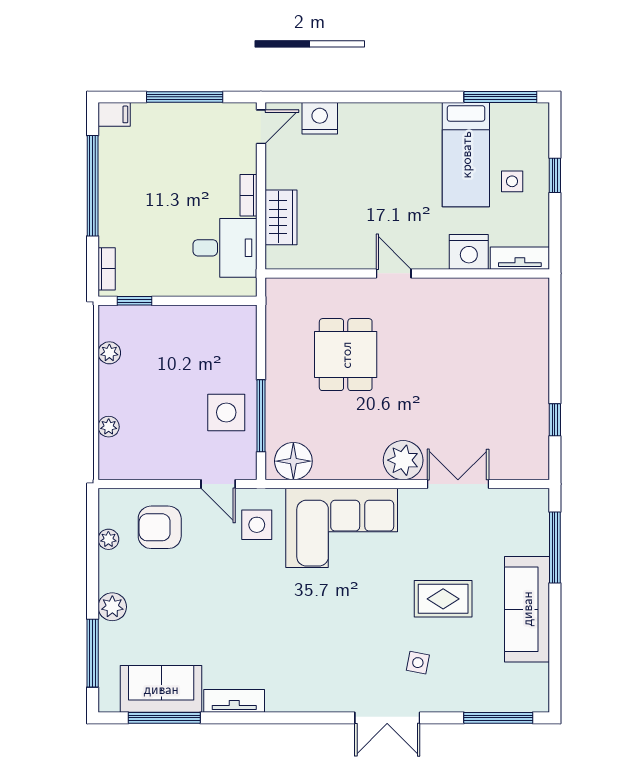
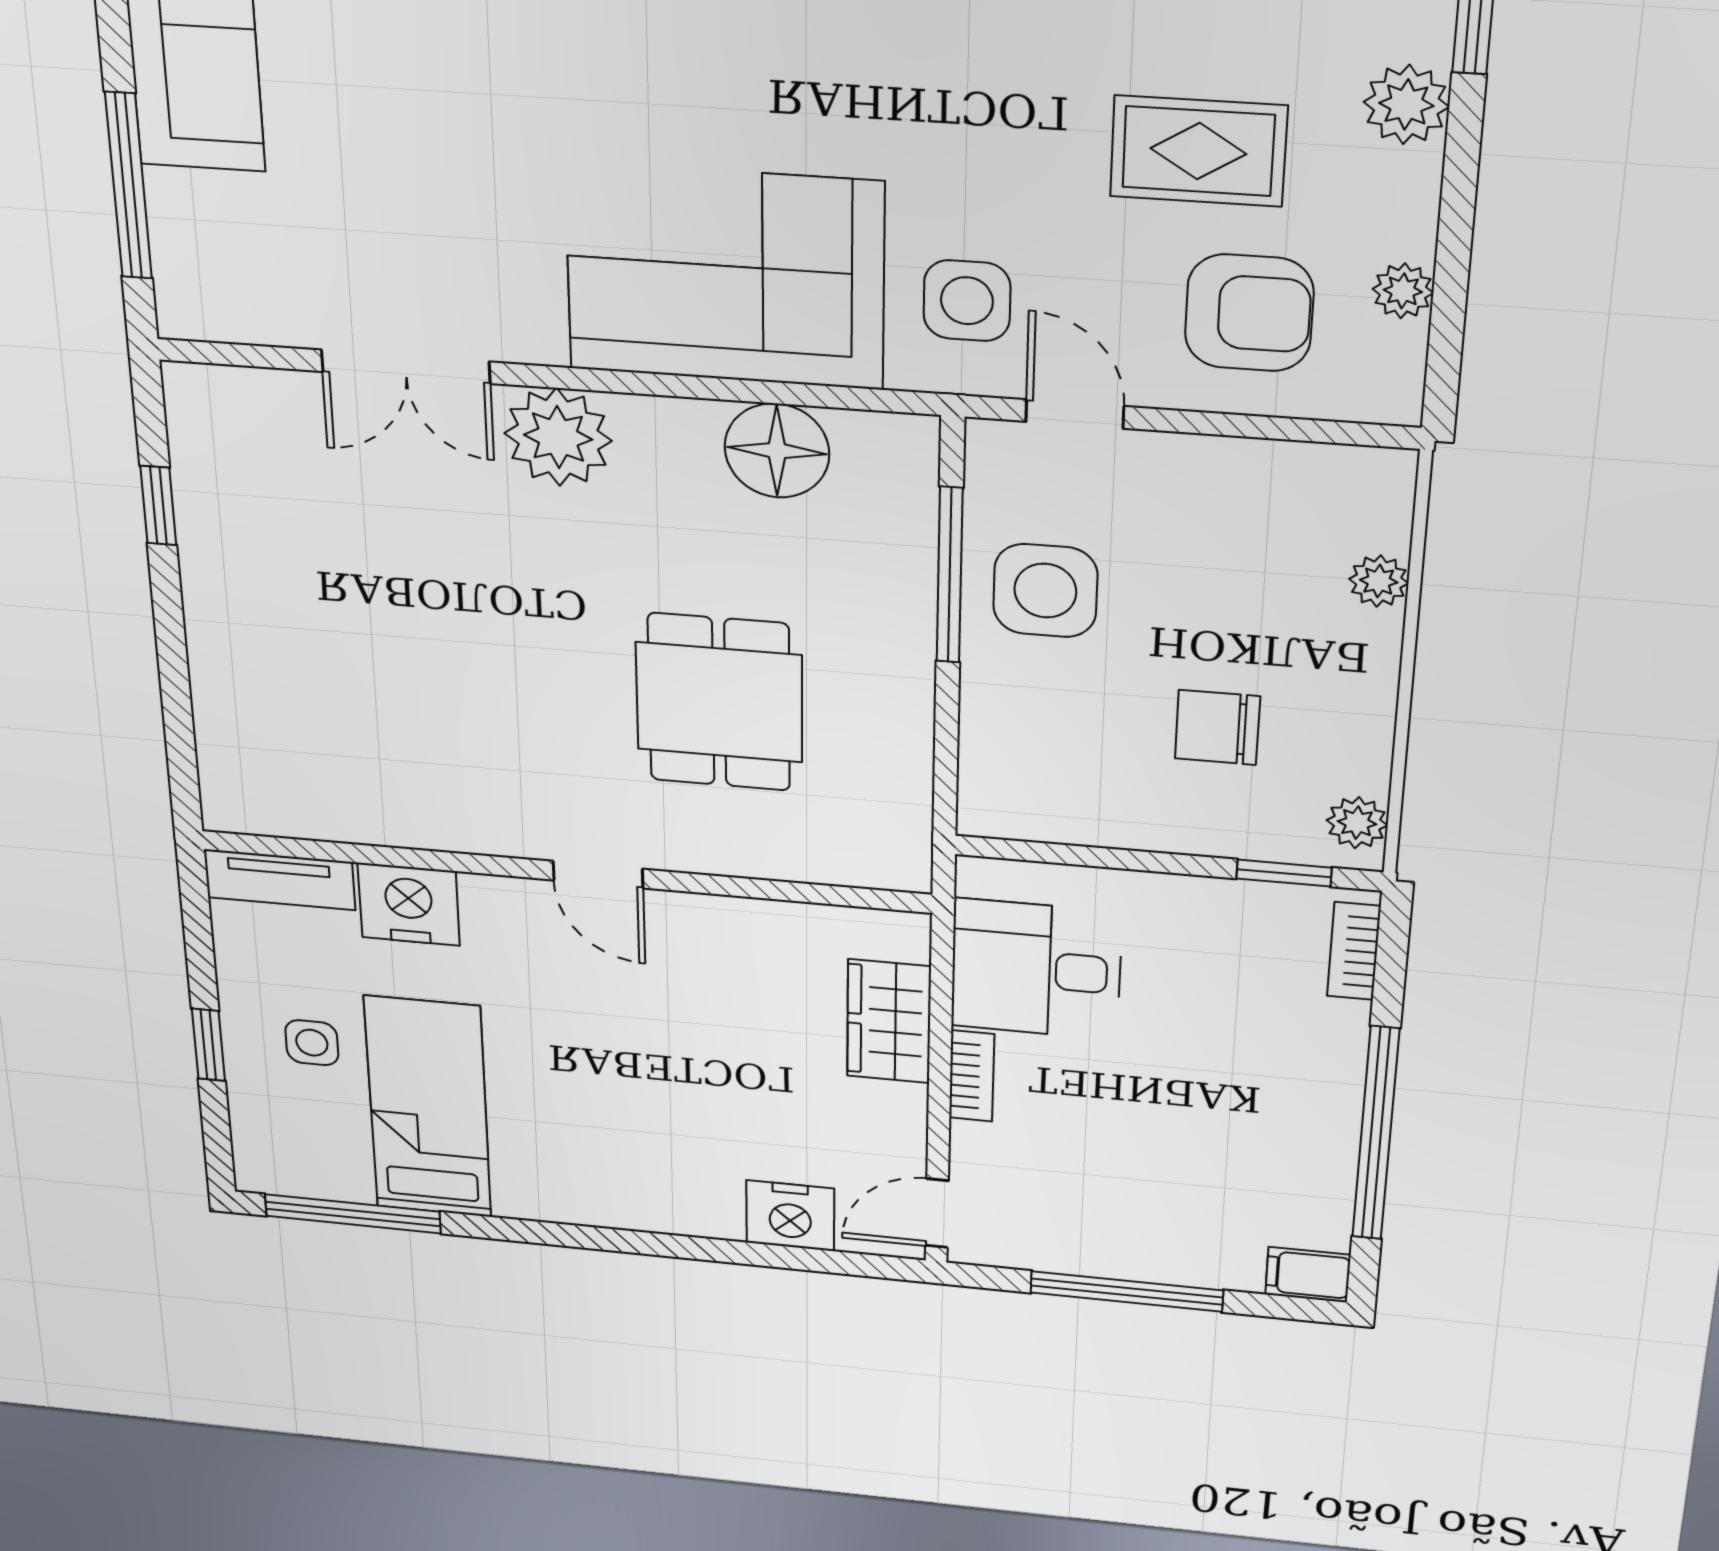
plant: (109, 353) -> (1357, 823), moved
chair: (162, 361) -> (1217, 727), added
floor lamp: (293, 461) -> (777, 451), moved
rug: (443, 599) -> (1198, 151), moved

